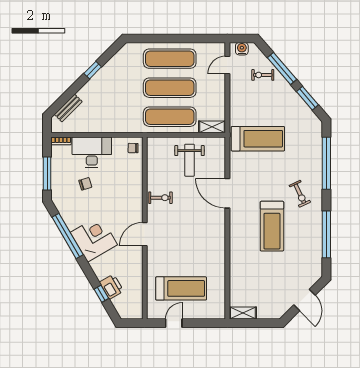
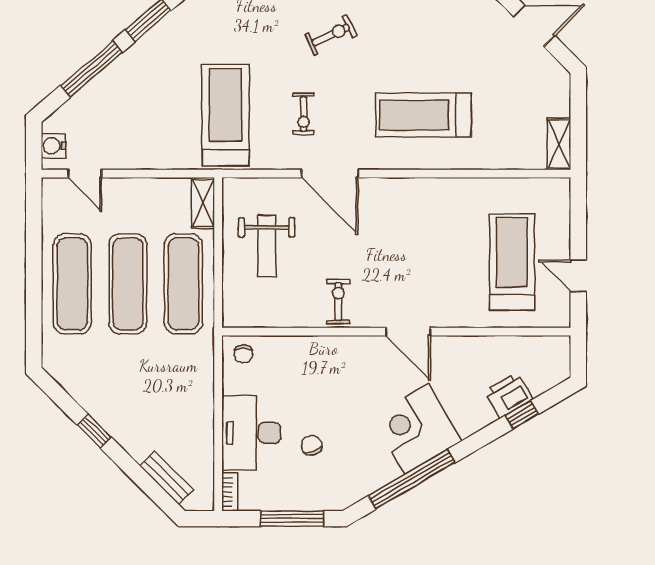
exercise bike: (263, 75) -> (303, 114), moved
weight bench: (190, 160) -> (267, 246), turned 90
door: (227, 193) -> (330, 174), hinge flipped
treadmill: (272, 226) -> (423, 115), moved, turned 180

